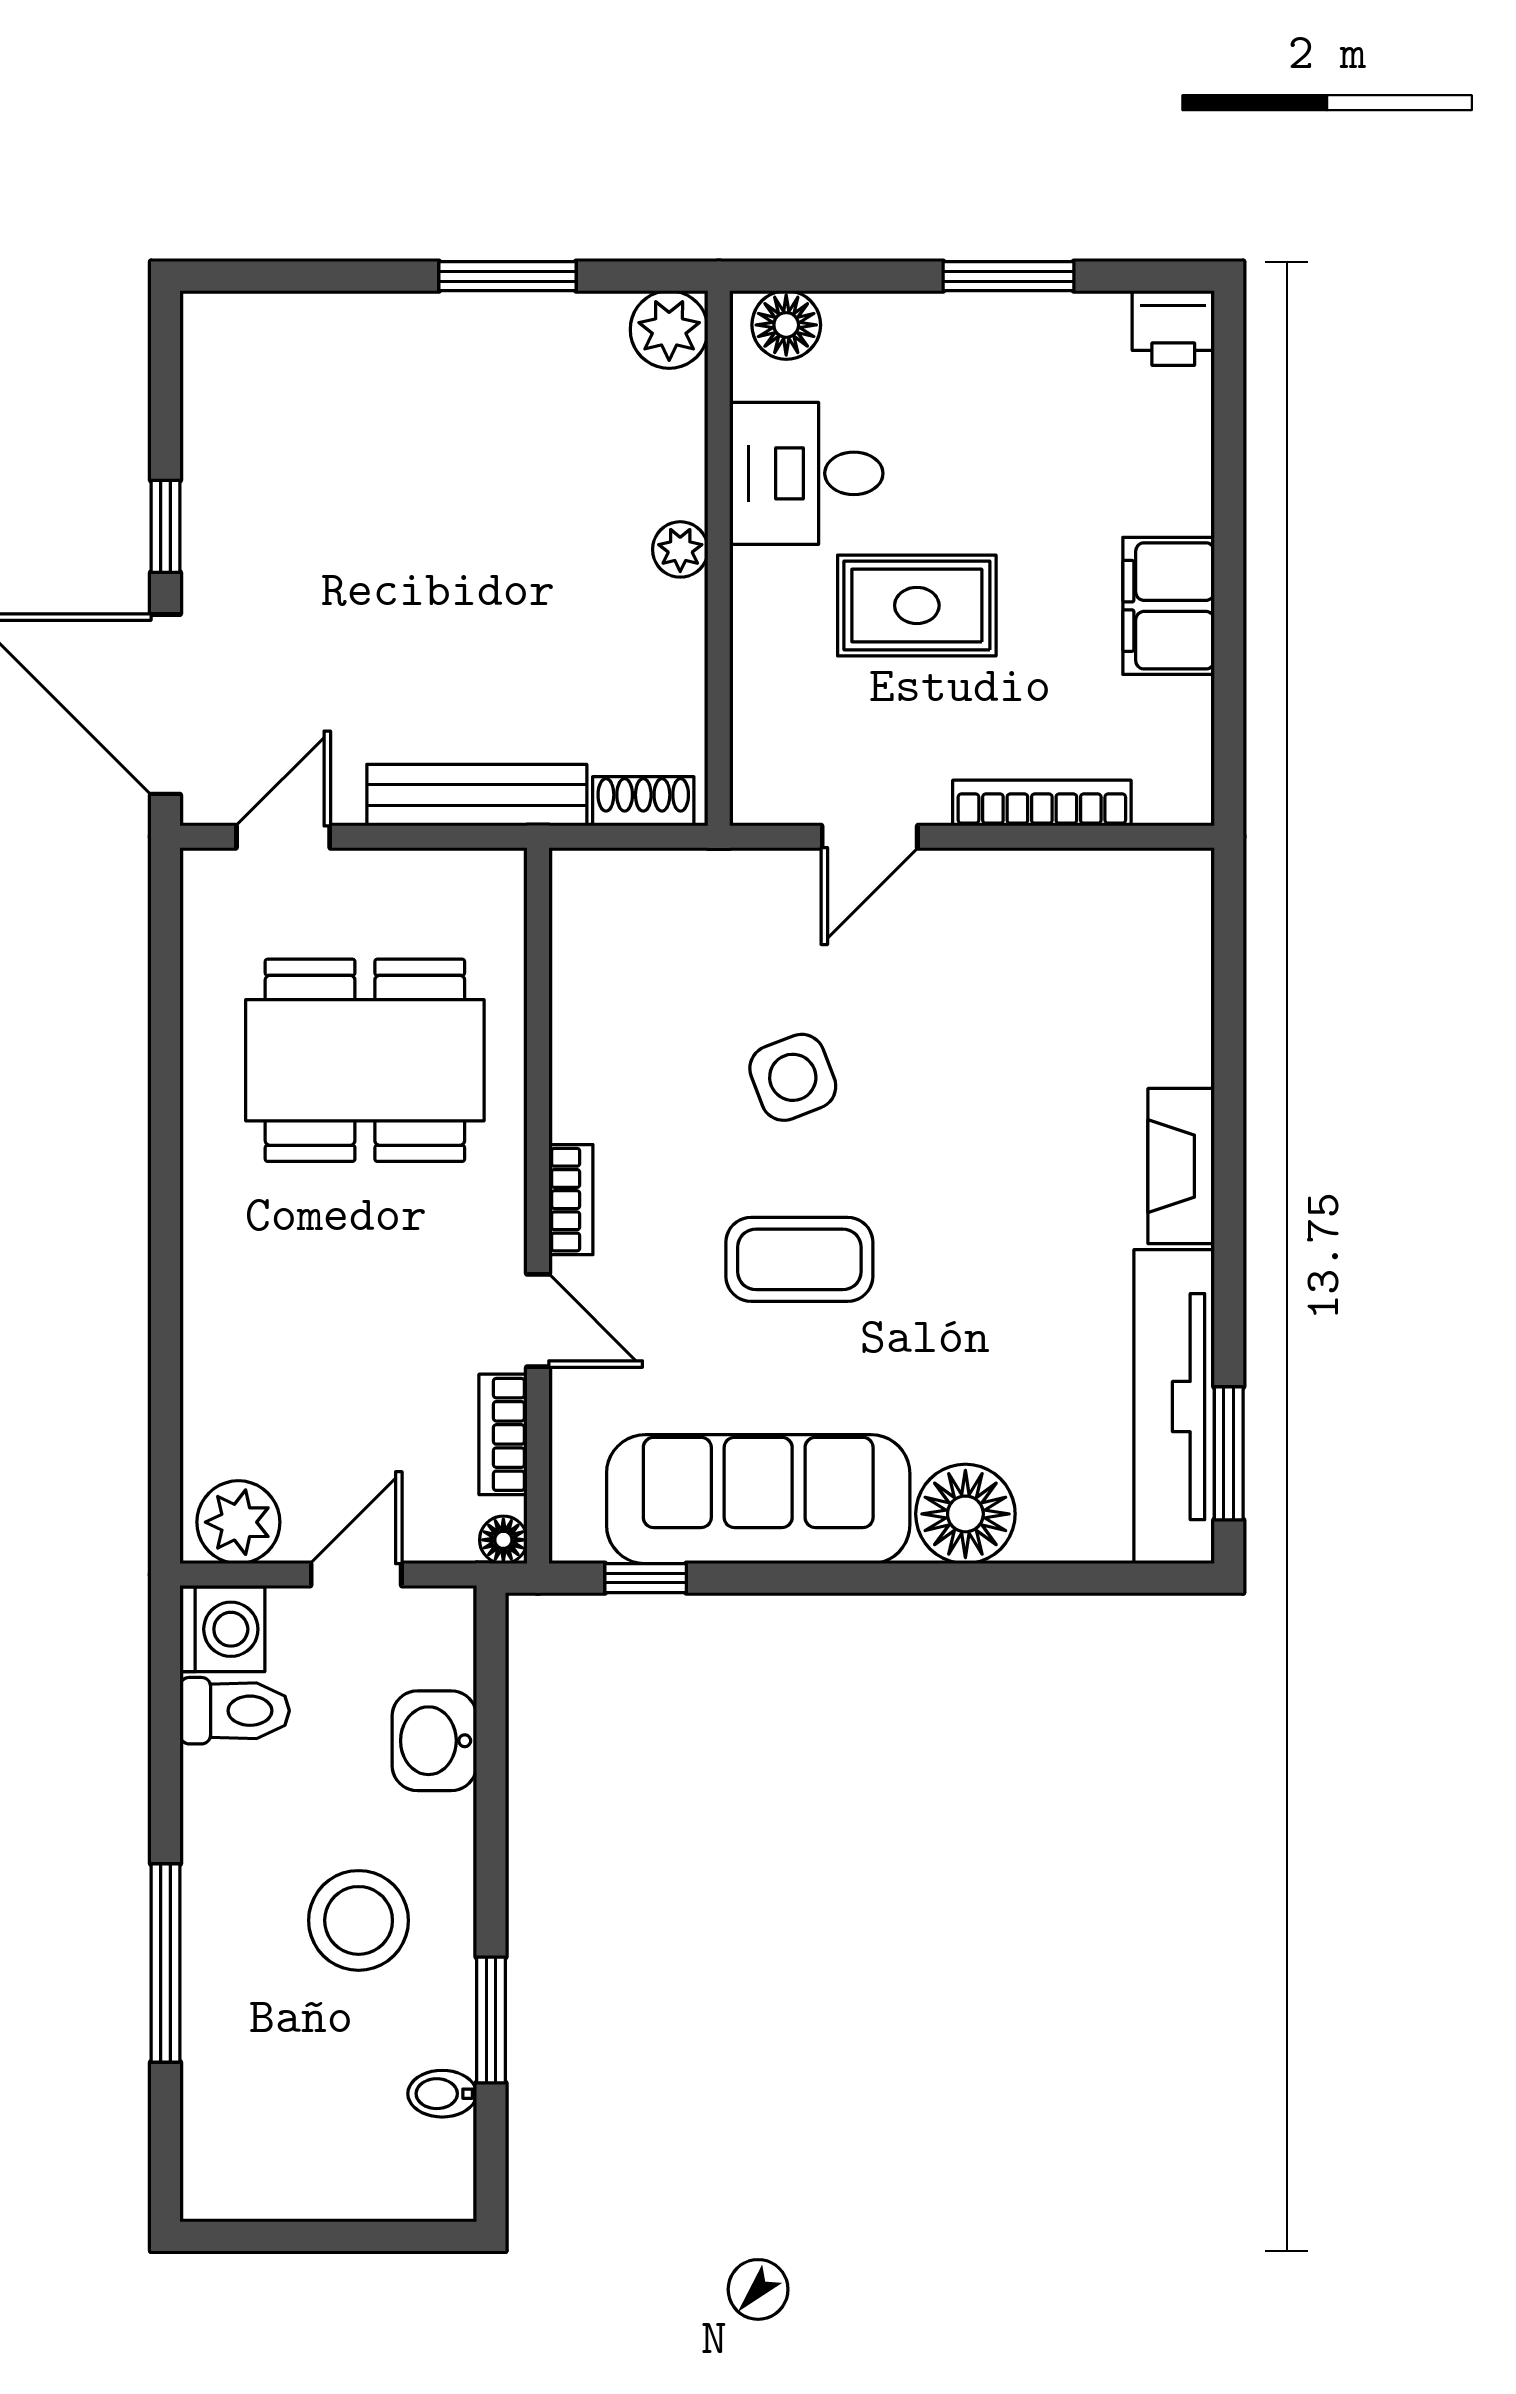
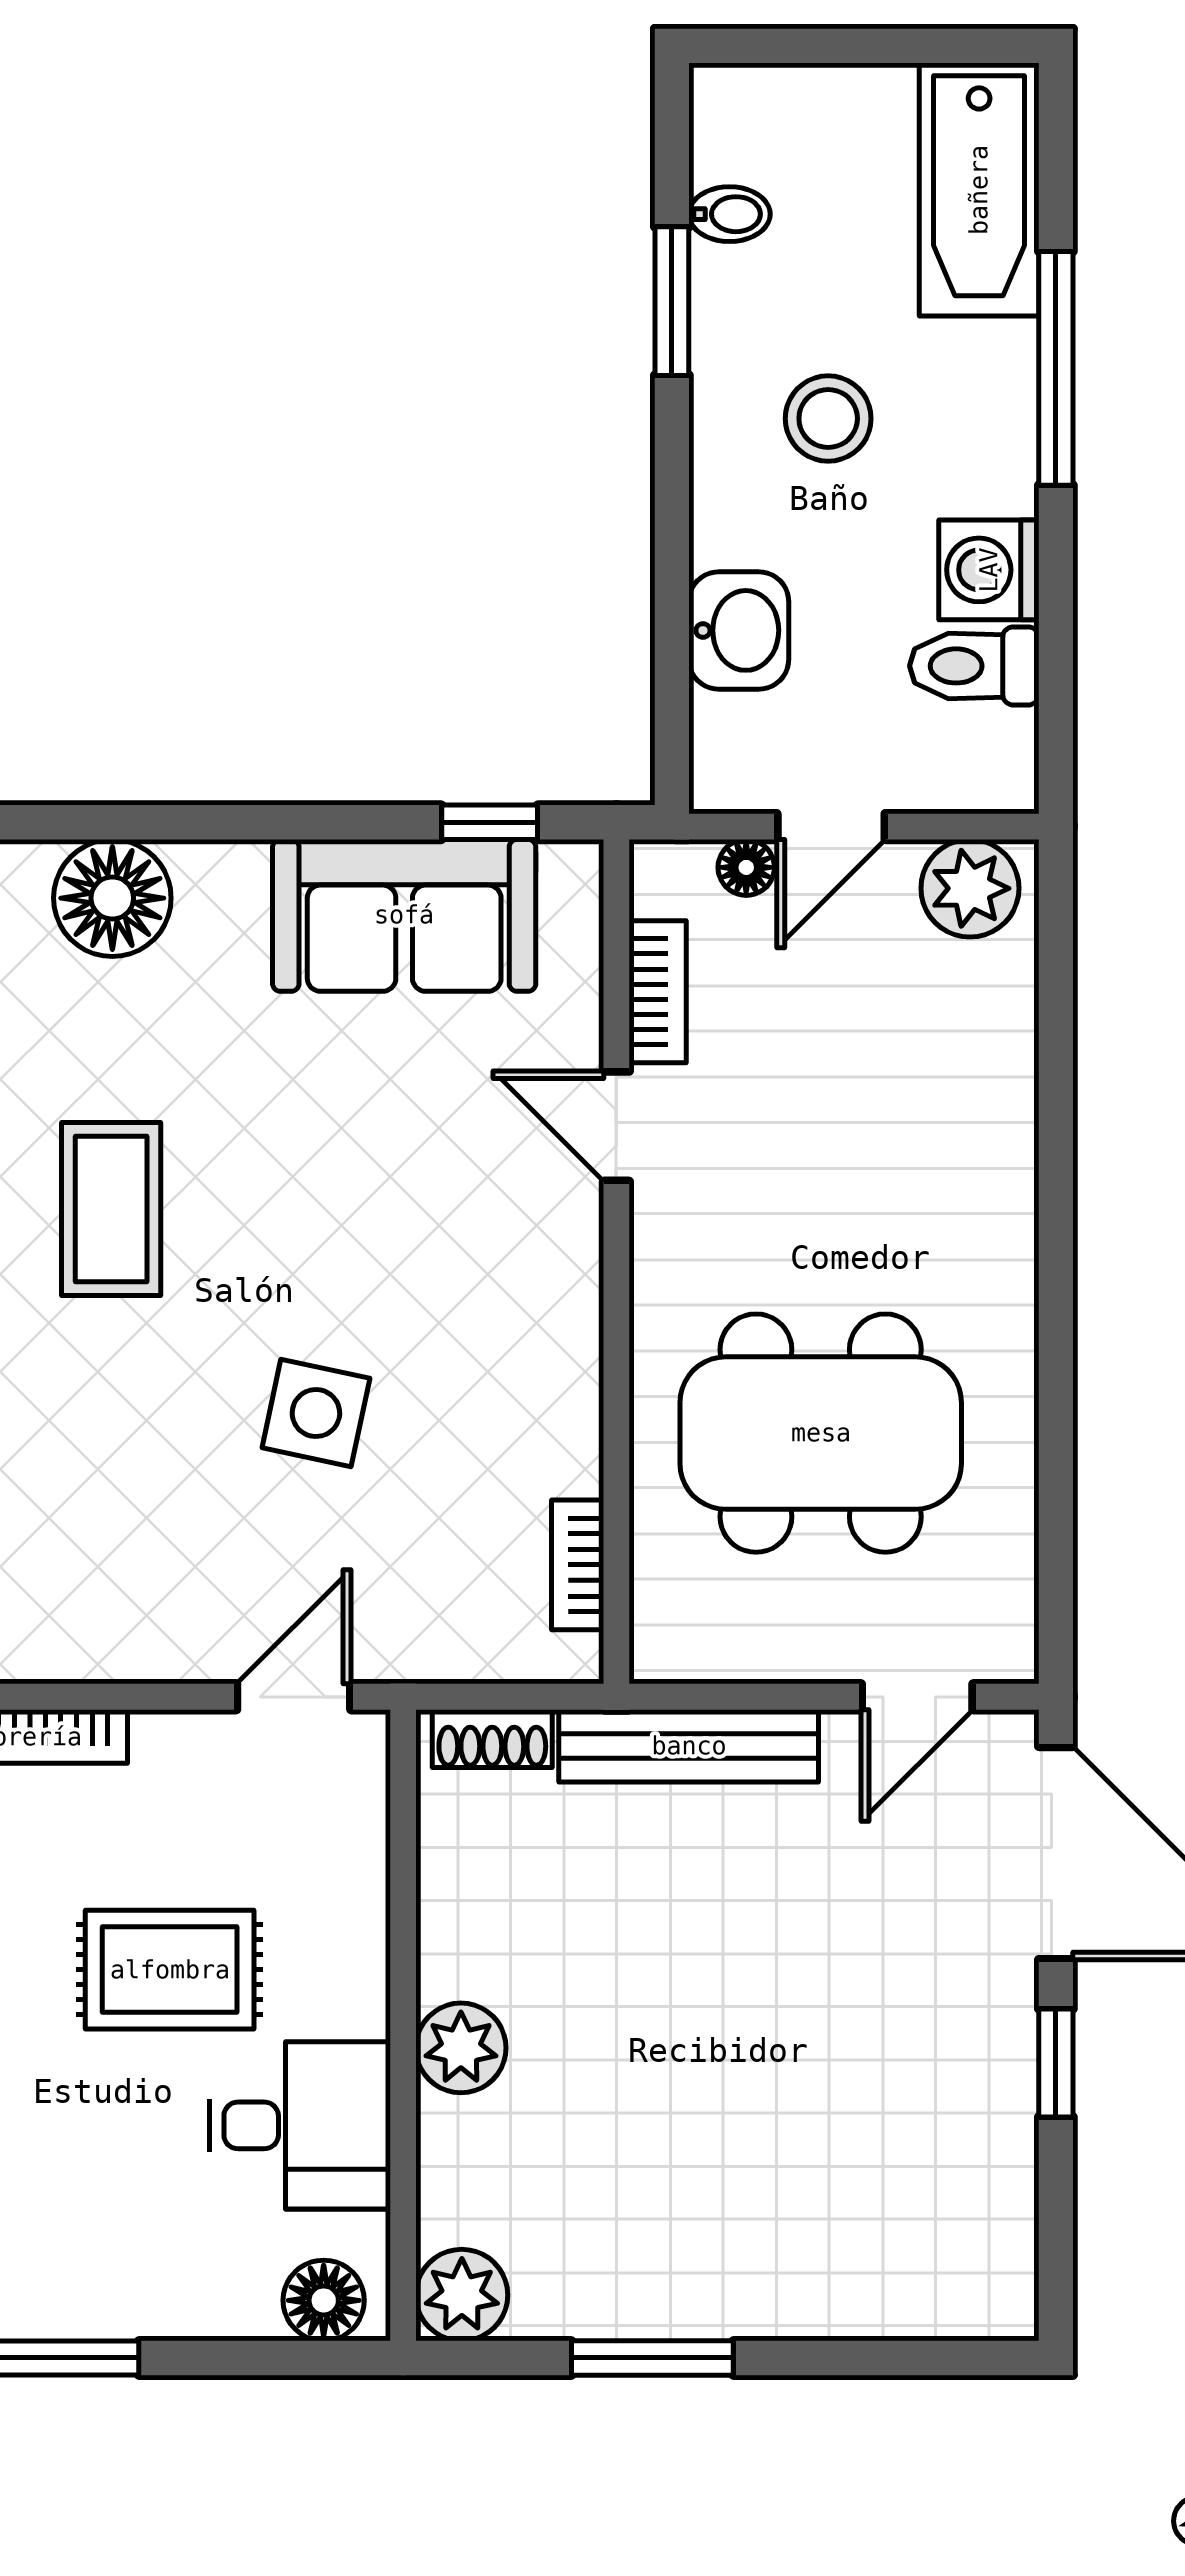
plant: (680, 549) -> (461, 2048), width x1.38, depth x1.38
door: (870, 837) -> (294, 1697), moved
side table: (793, 1077) -> (316, 1413), turned 33
bookcase: (571, 1200) -> (578, 1565), moved
coffee table: (799, 1259) -> (111, 1209), moved, turned 90
sofa: (758, 1499) -> (404, 915), width x0.73
floor lamp: (503, 1540) -> (746, 867), moved
washing machine: (222, 1629) -> (989, 570), moved
stool: (359, 1920) -> (828, 419), width x0.73, depth x0.73
bathtub: (231, 2115) -> (979, 190), added

